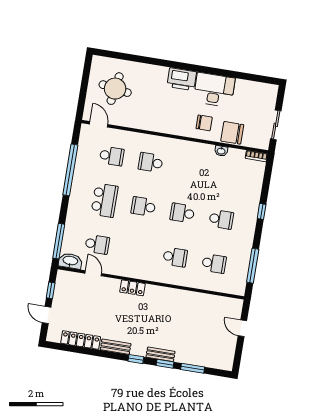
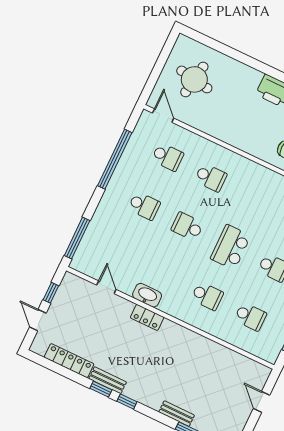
school desk: (151, 162) -> (211, 177), turned 180
school desk: (104, 200) -> (144, 206), width x0.54
school desk: (182, 213) -> (231, 247), width x1.85
school desk: (97, 244) -> (121, 255), removed
washbasin: (70, 261) -> (147, 295), moved
bench: (160, 354) -> (177, 414), moved
window: (165, 364) -> (101, 389), moved

